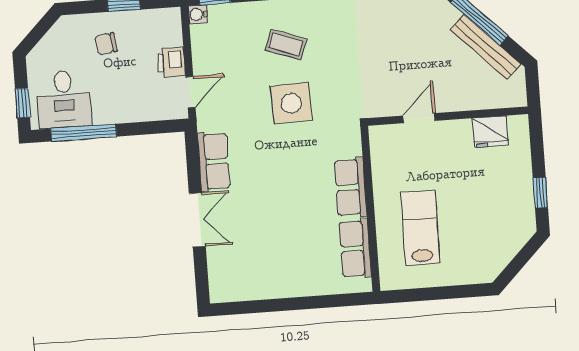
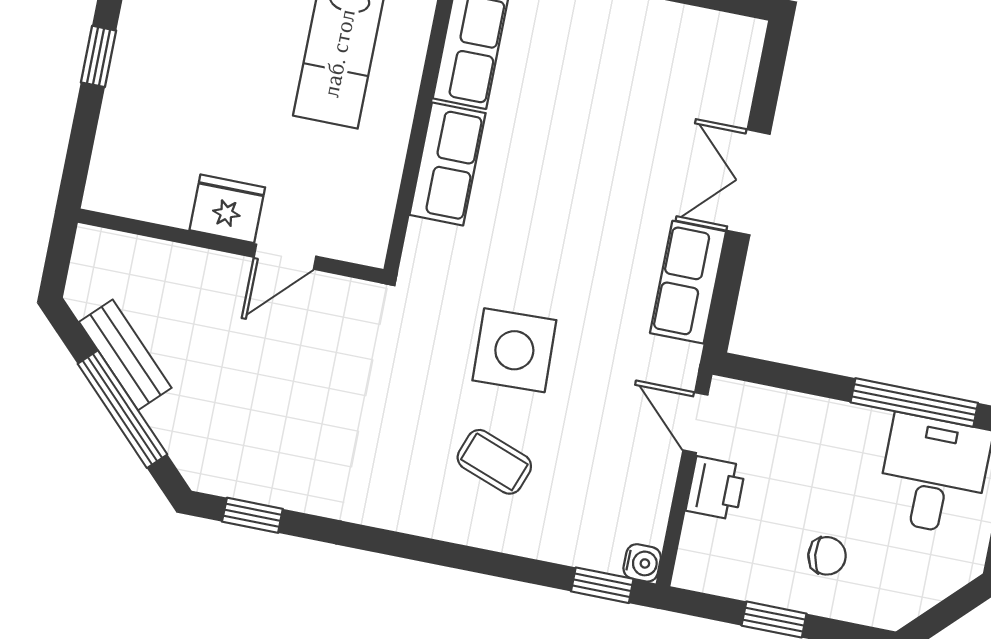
bench: (486, 47) -> (125, 355), width x0.73
door: (190, 92) -> (695, 423), hinge flipped
fridge: (490, 132) -> (227, 209), moved

